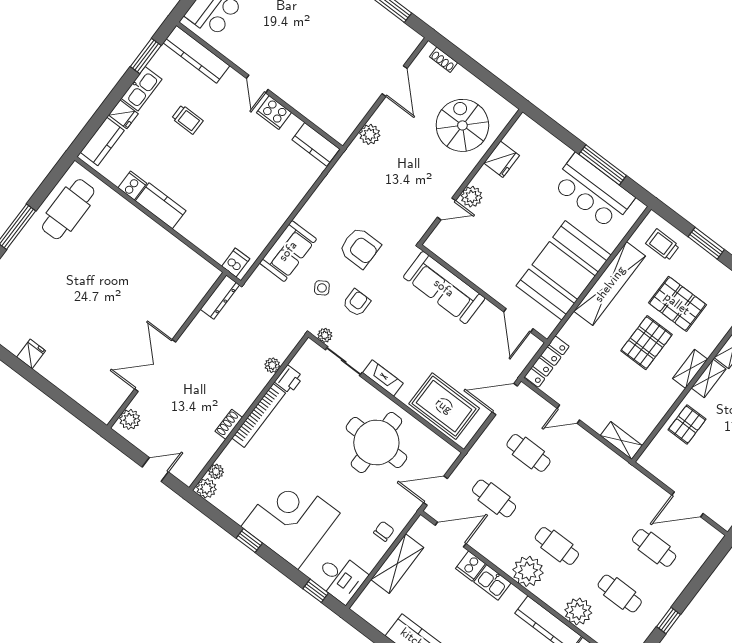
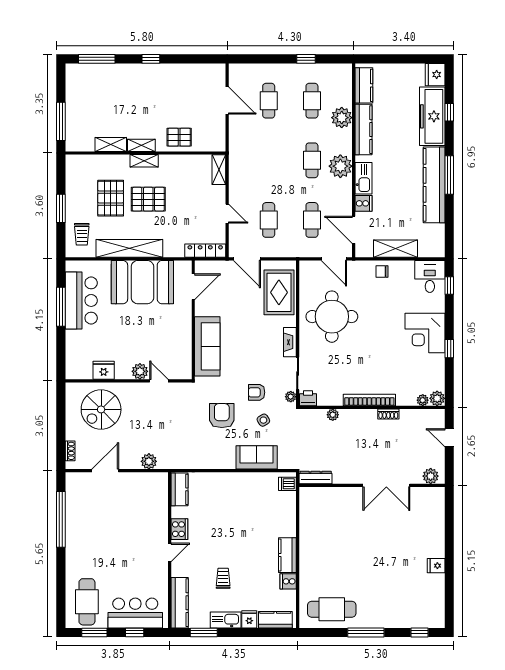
printer: (289, 379) -> (308, 398), moved
corner desk: (291, 520) -> (425, 333), width x0.74, depth x0.74
kitchen sink: (492, 582) -> (363, 178), width x1.38

